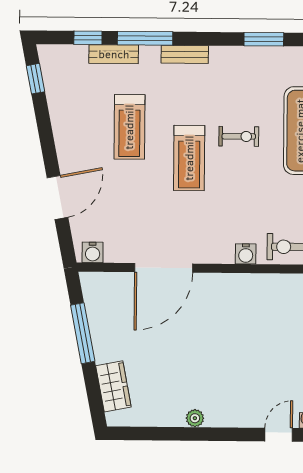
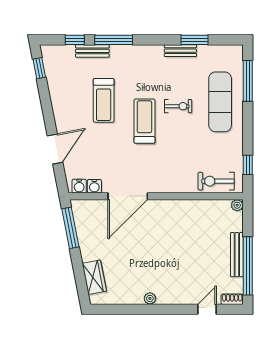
bench: (185, 54) -> (180, 51), moved
treadmill: (189, 158) -> (144, 121), turned 180
water cooler: (246, 254) -> (94, 186), moved
window: (83, 333) -> (70, 228), moved

